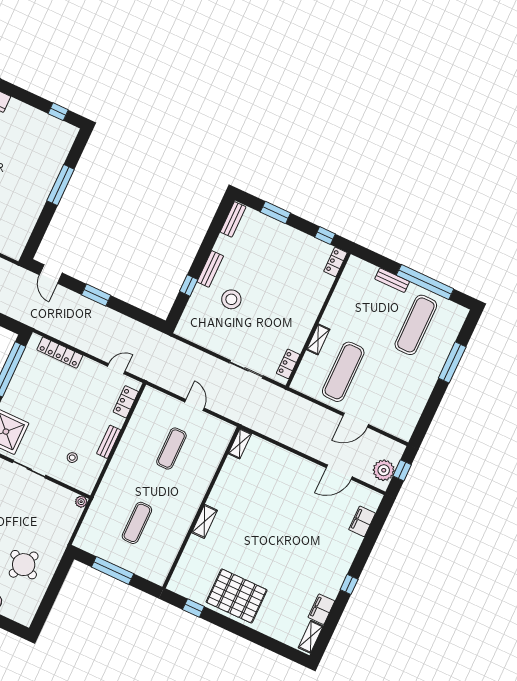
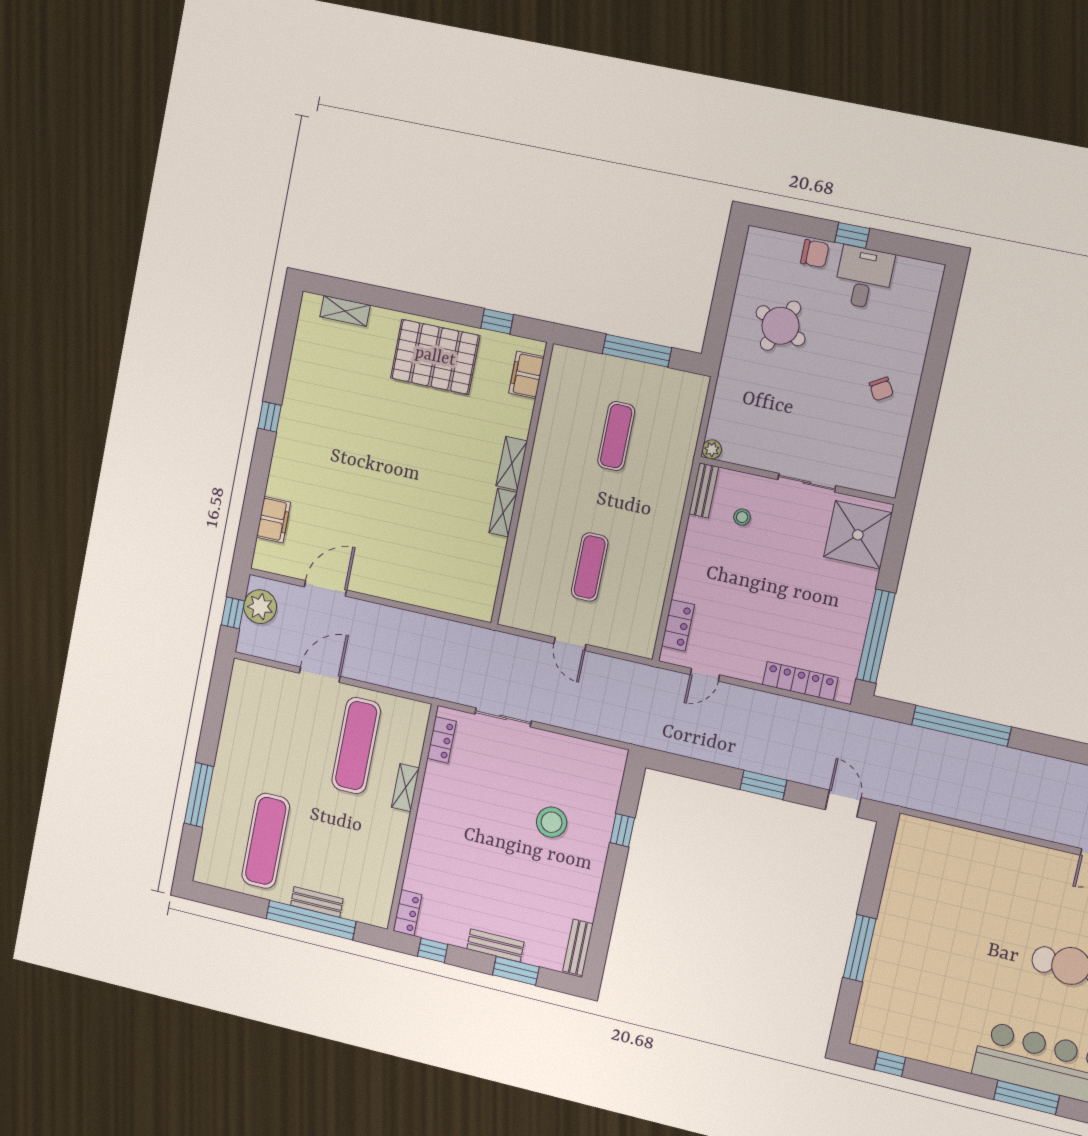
bench: (210, 269) -> (495, 945), moved, turned 90
window: (425, 282) -> (311, 920), moved
bench: (109, 442) -> (704, 490), moved
shelving: (240, 444) -> (503, 513), moved
filing cabinet: (321, 609) -> (526, 375), moved, turned 180
shelving: (311, 637) -> (345, 311), moved, turned 90

